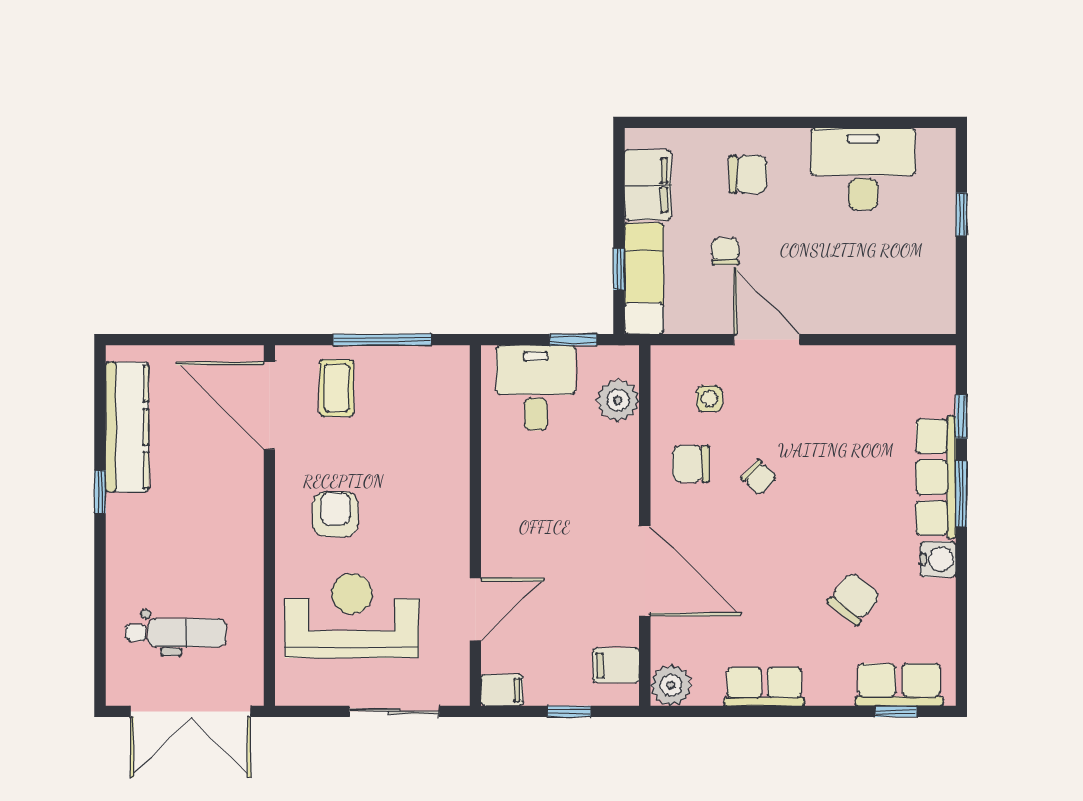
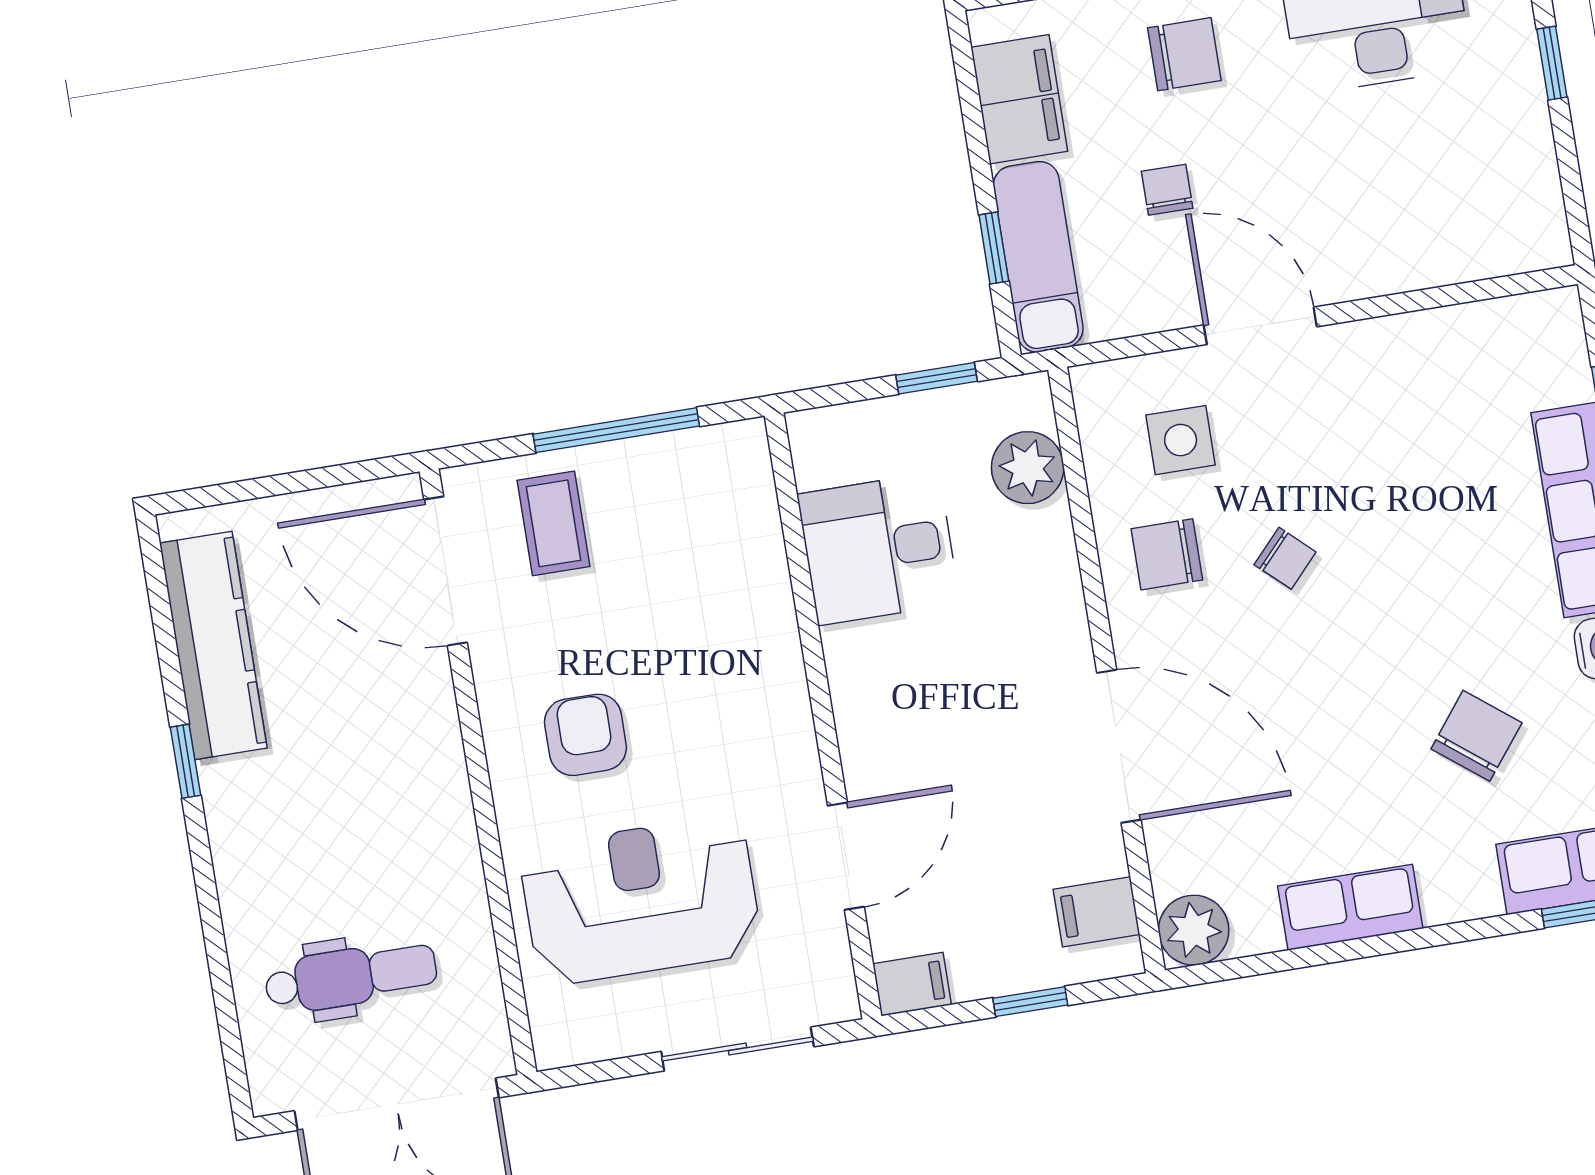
desk: (536, 388) -> (879, 549), moved, turned -90
side table: (710, 399) -> (1181, 440), width x1.37, depth x1.37

